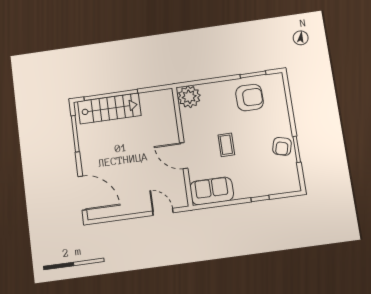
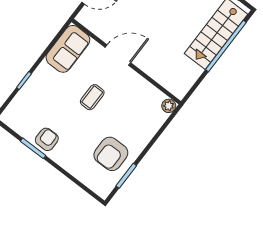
plant: (189, 97) -> (169, 106), width x0.53, depth x0.53
coffee table: (226, 145) -> (92, 97), turned 90
armchair: (282, 146) -> (47, 139), turned 75

